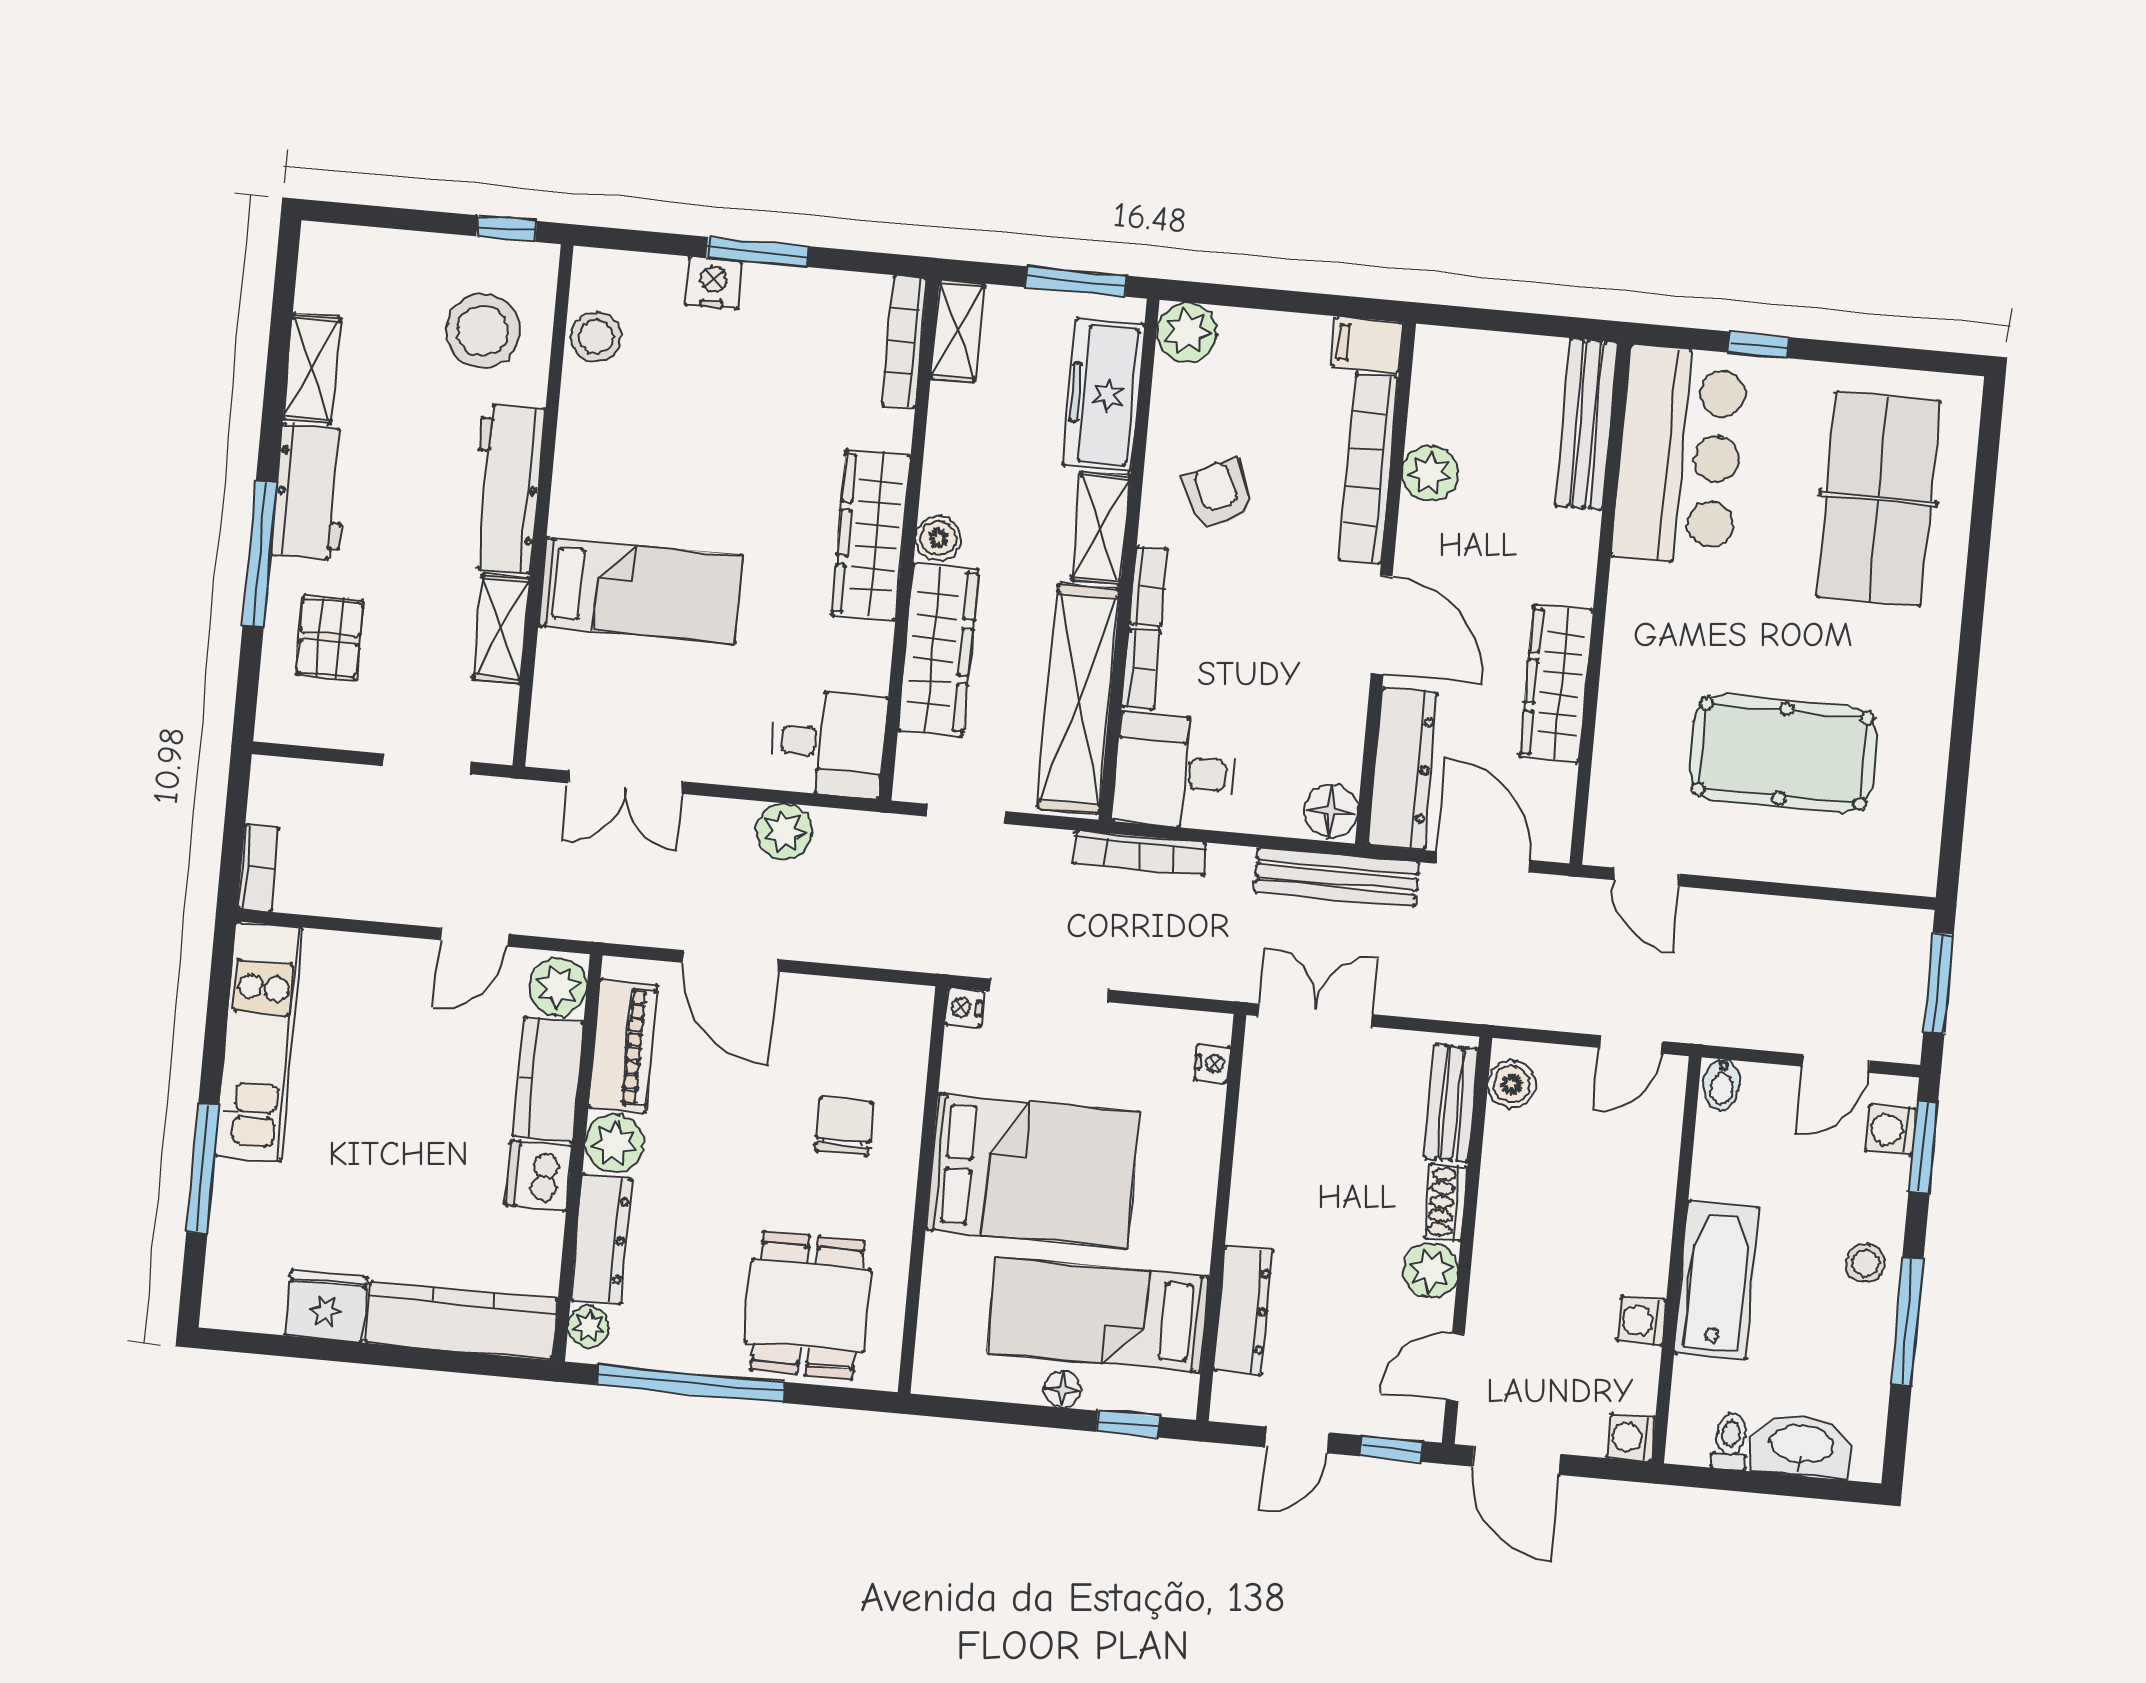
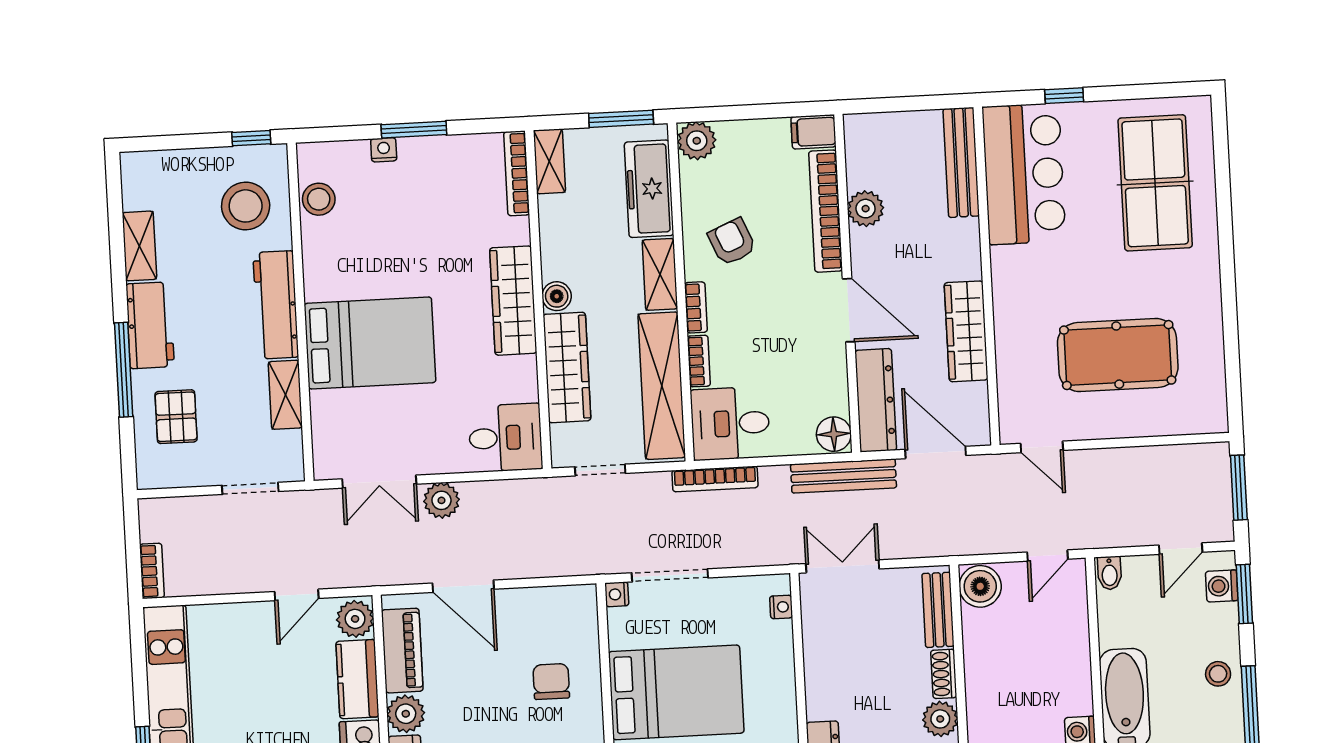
nightstand: (713, 283) -> (384, 150), width x0.72, depth x0.74
bed: (640, 590) -> (370, 343), width x1.50
plant: (784, 831) -> (441, 500), moved
boiler: (1512, 1084) -> (980, 586), width x1.36, depth x1.36

